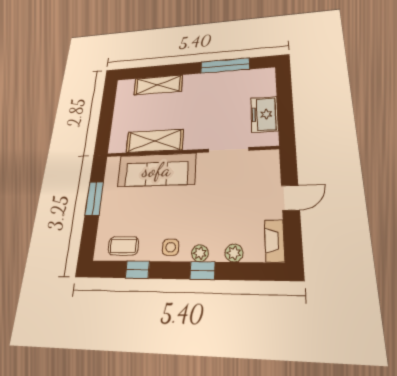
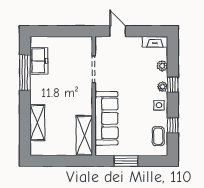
freezer: (264, 114) -> (39, 61), moved, turned -90
shelving: (155, 141) -> (84, 136), moved
door: (290, 198) -> (118, 31), moved

